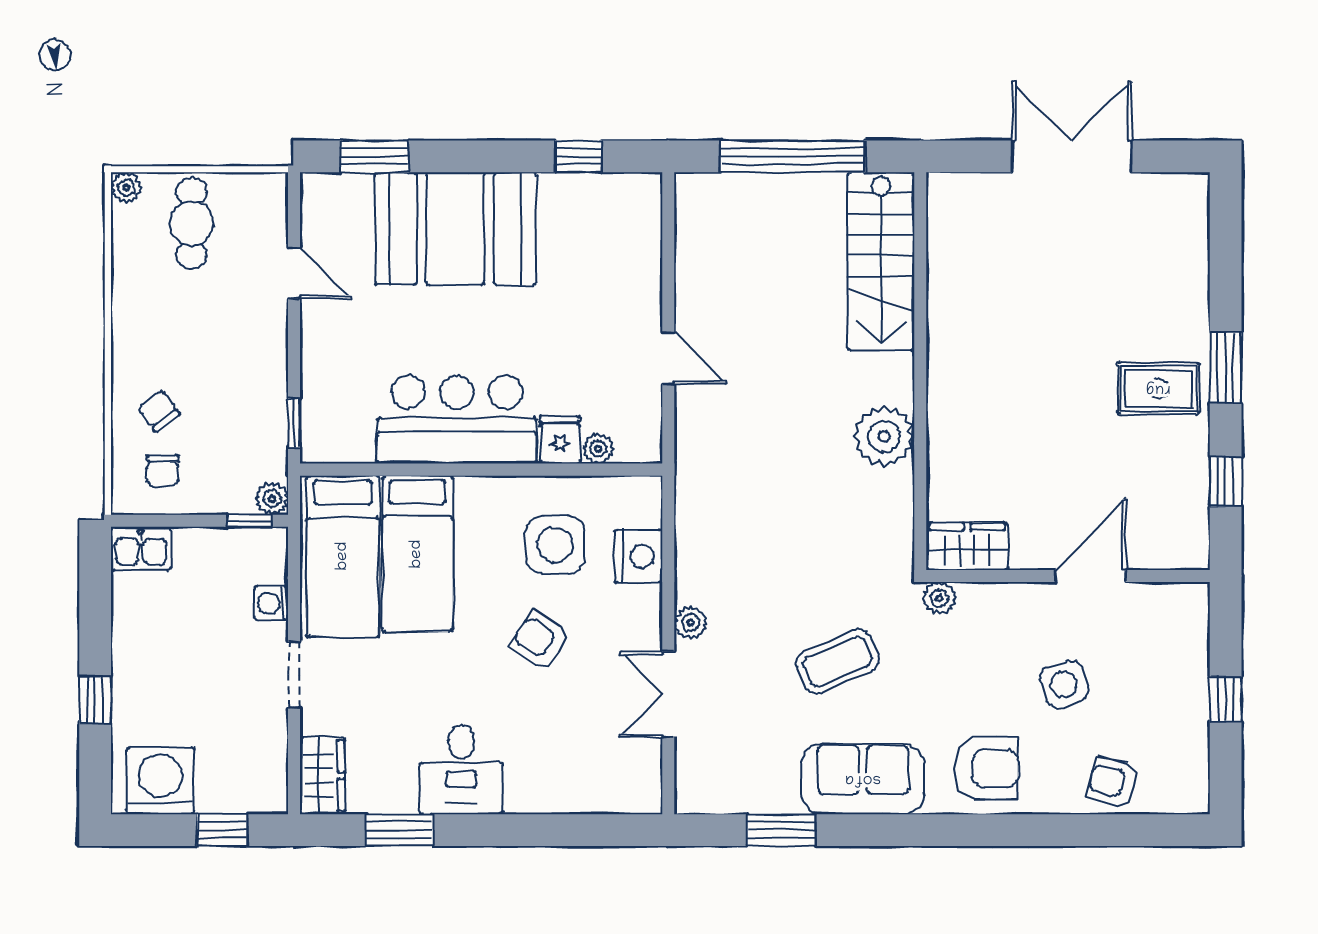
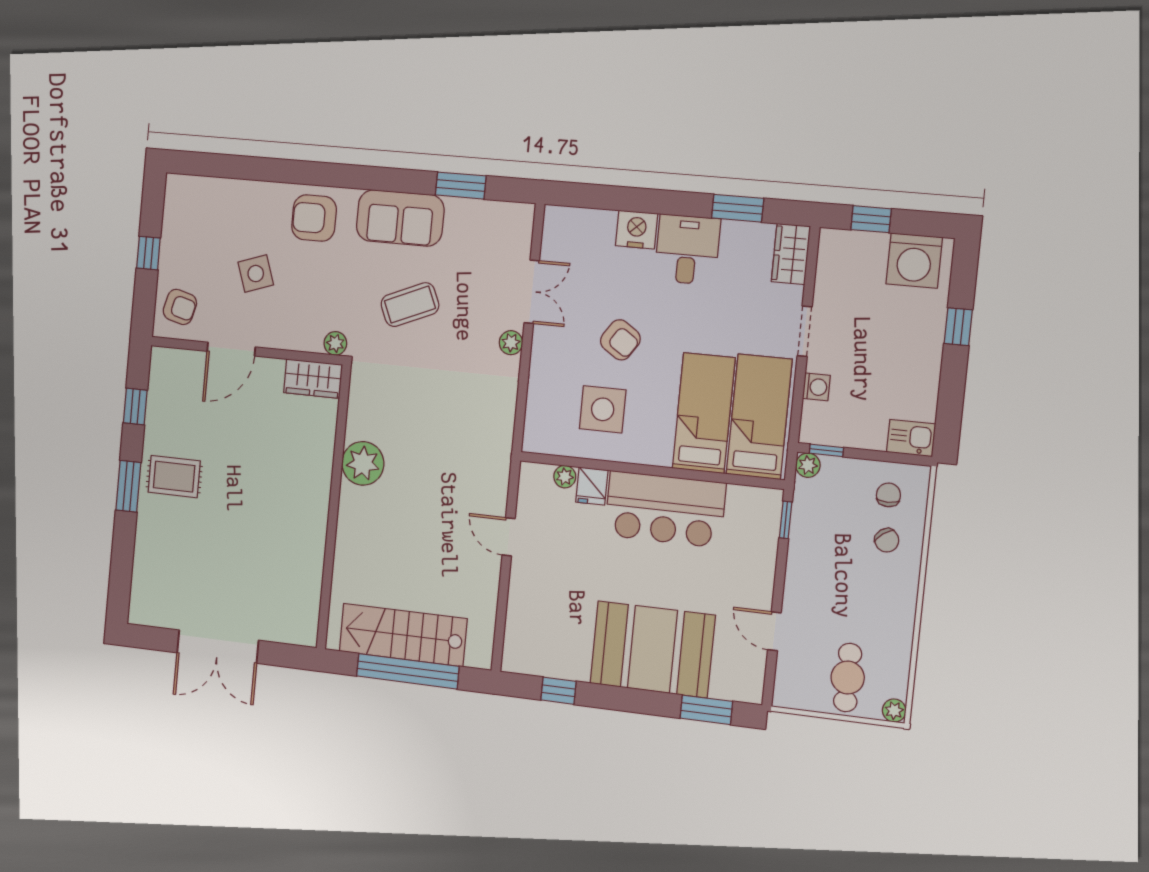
stairs: (881, 261) -> (403, 635), moved, turned -90
nightstand: (638, 556) -> (637, 230), moved, turned 90
armchair: (1113, 782) -> (180, 307), moved

